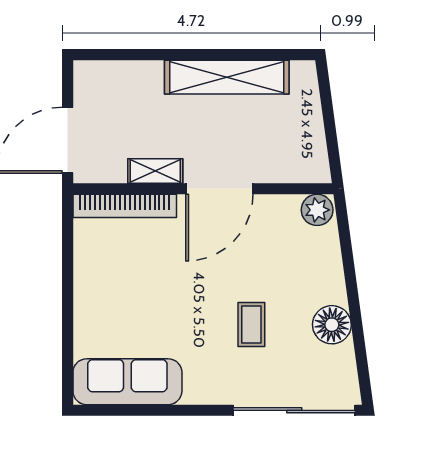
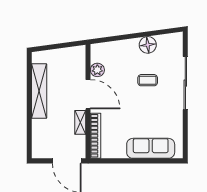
plant: (317, 210) -> (97, 70), moved
sofa: (127, 382) -> (151, 148), moved, turned 90
sliding door: (294, 410) -> (185, 83), moved

